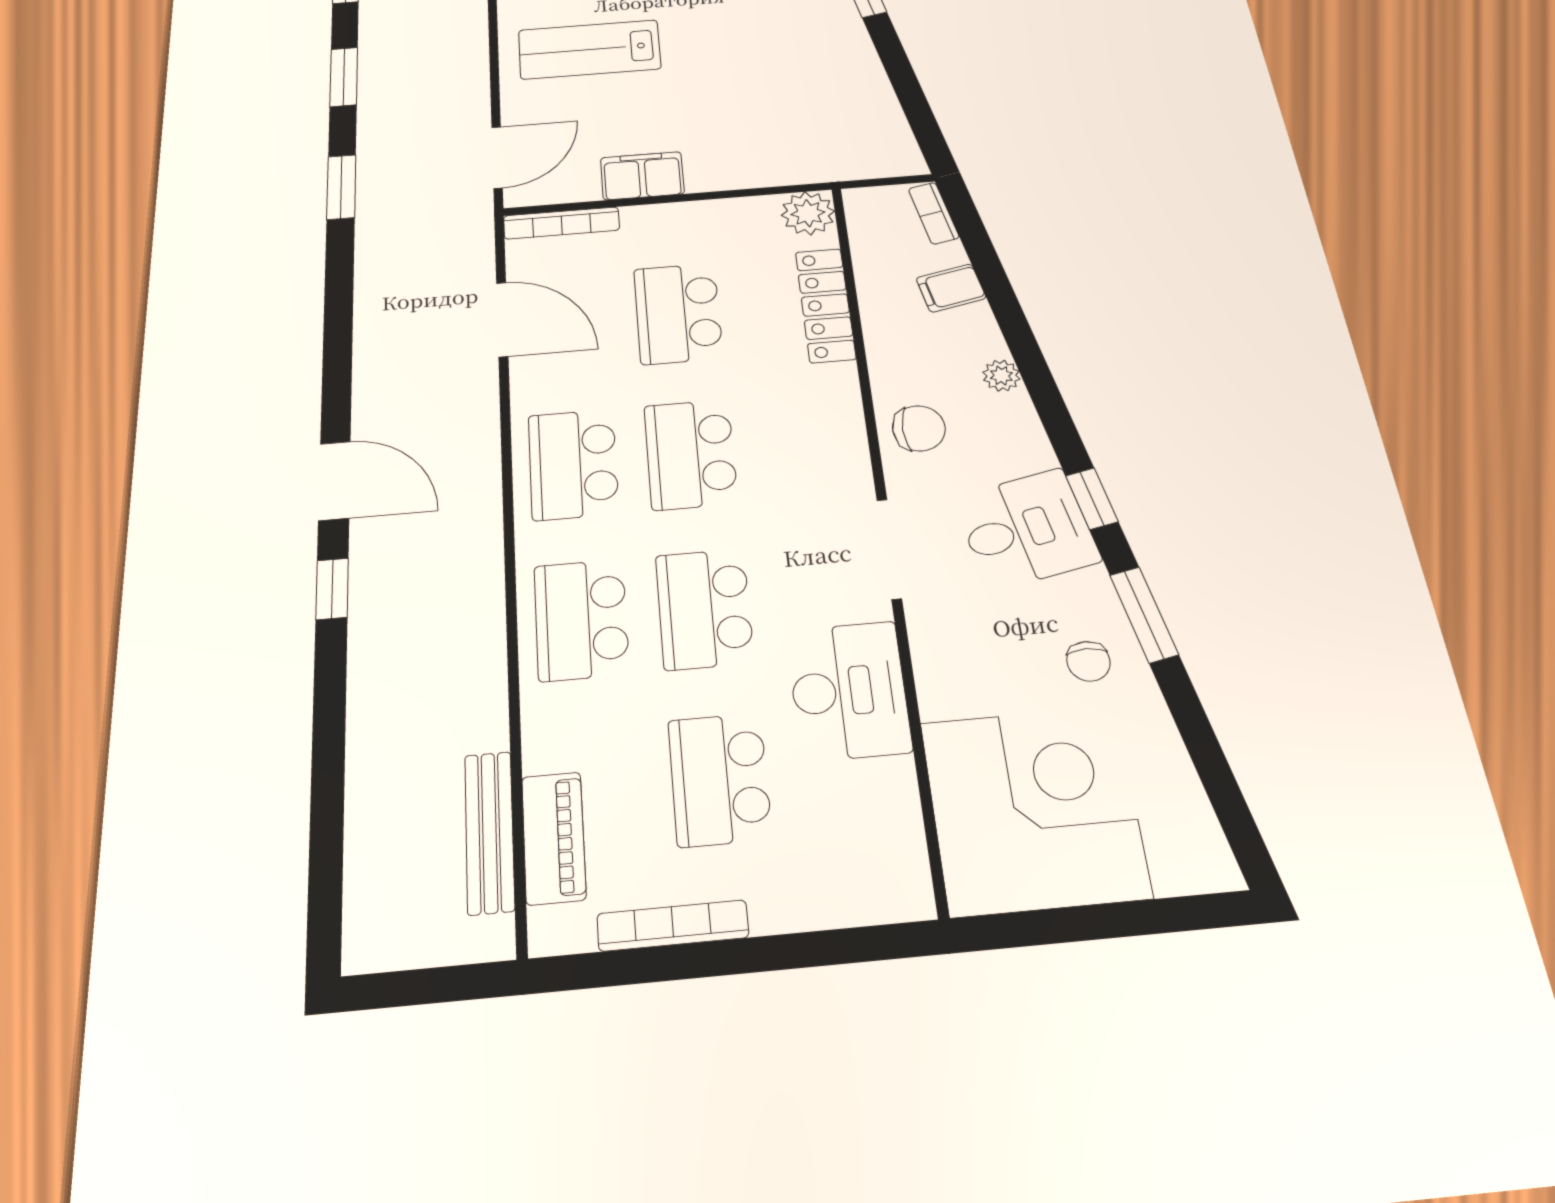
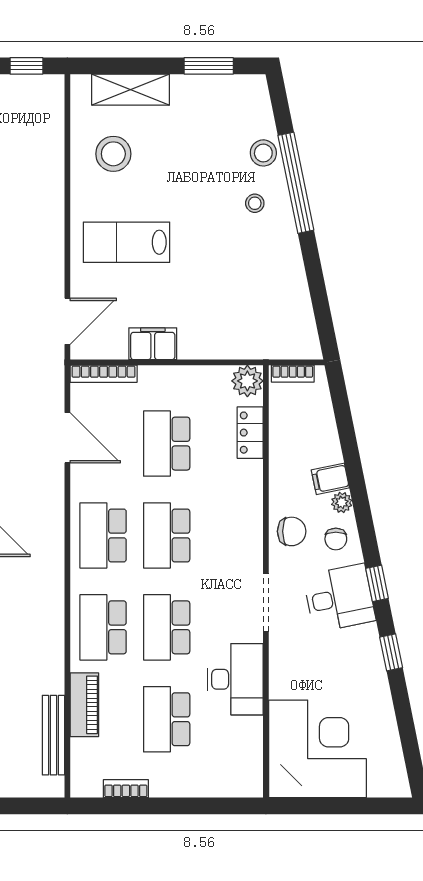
bookcase: (934, 213) -> (293, 374), moved, turned -79
filing cabinet: (951, 288) -> (330, 479), moved
locker: (825, 305) -> (250, 433), width x0.66
window: (1144, 615) -> (391, 652), width x0.67
chair: (1088, 661) -> (336, 539), moved
piano: (554, 838) -> (84, 705), moved
bookcase: (673, 926) -> (126, 789), width x0.64

